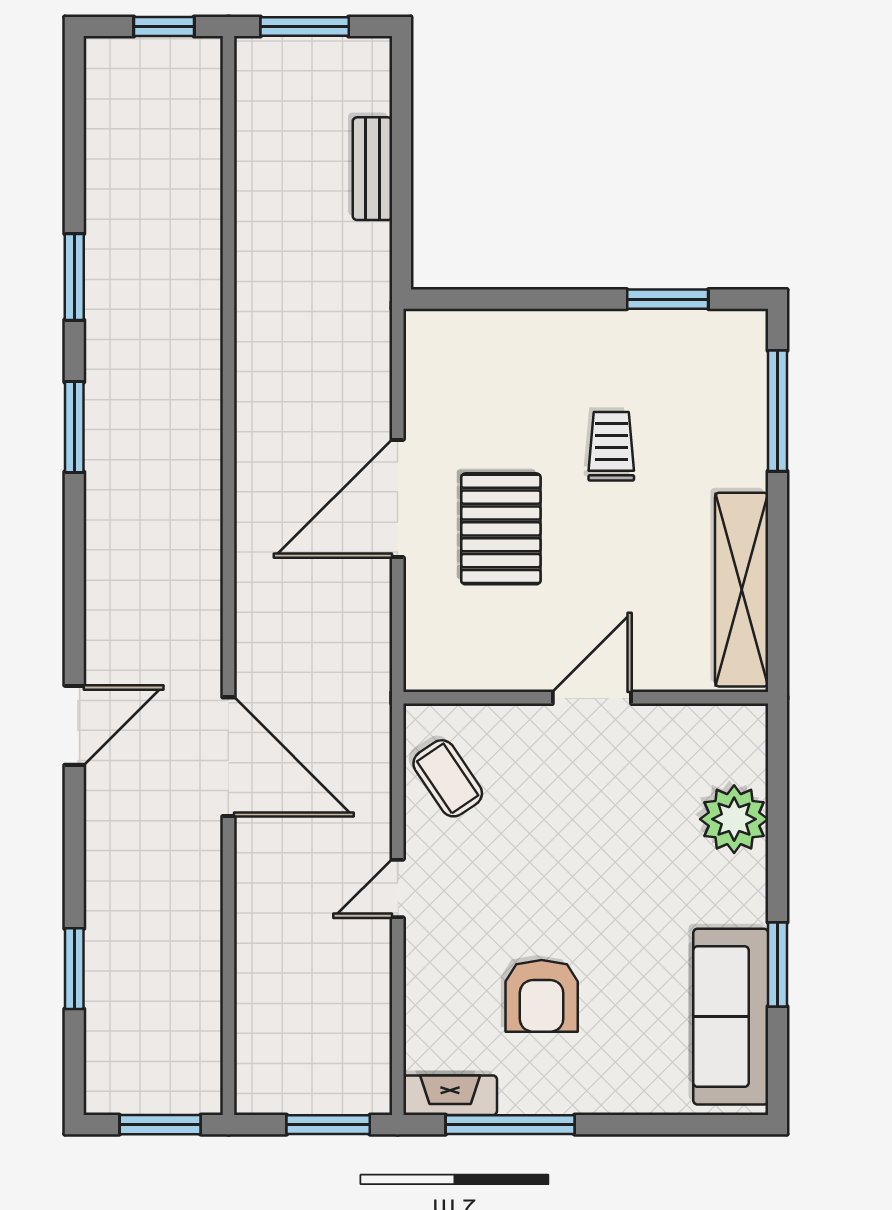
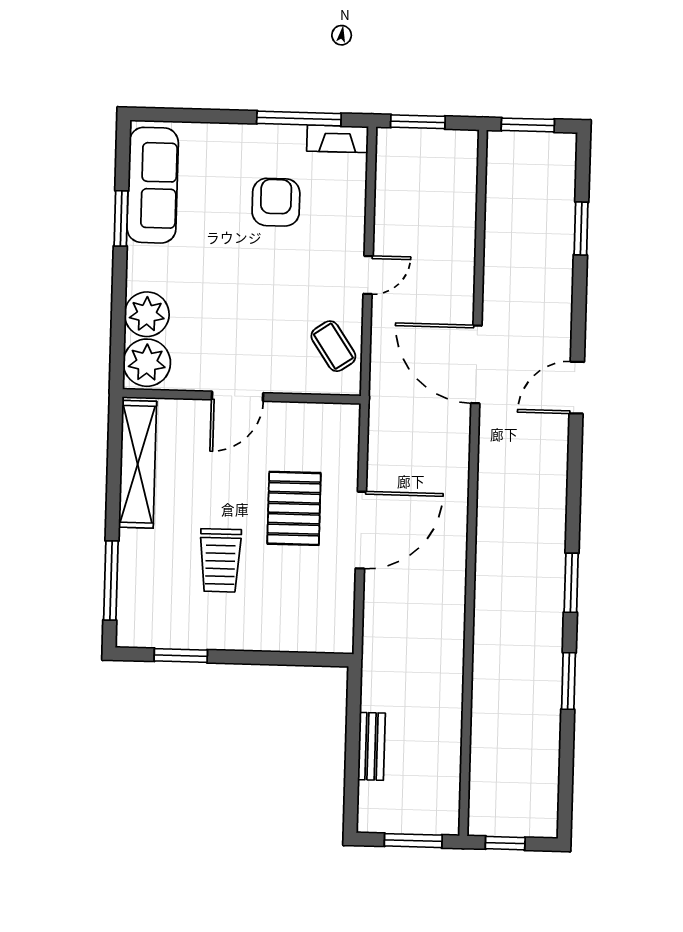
trolley: (611, 446) -> (220, 560), width x1.36, depth x1.39
plant: (732, 745) -> (147, 363), added

